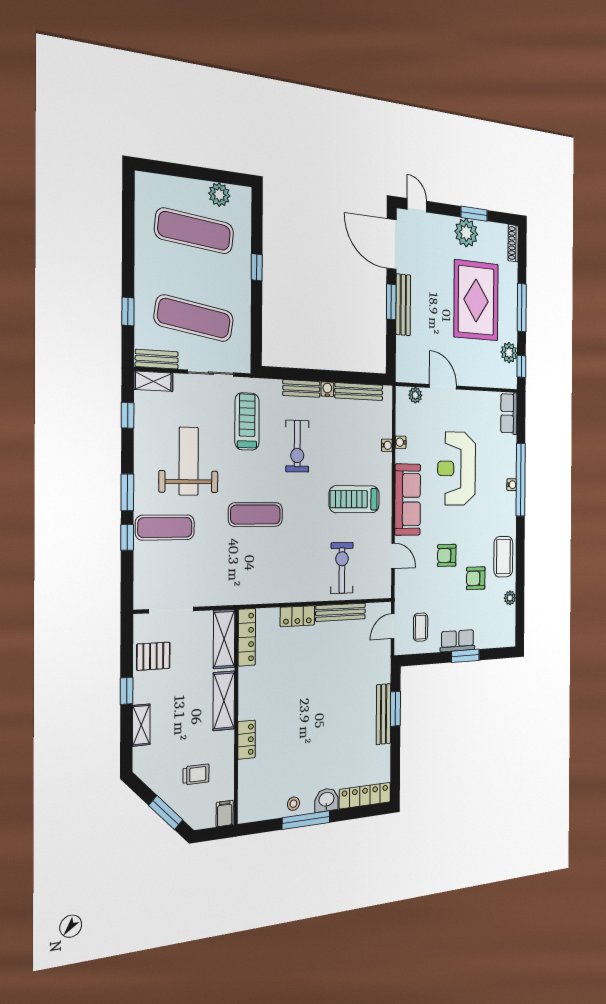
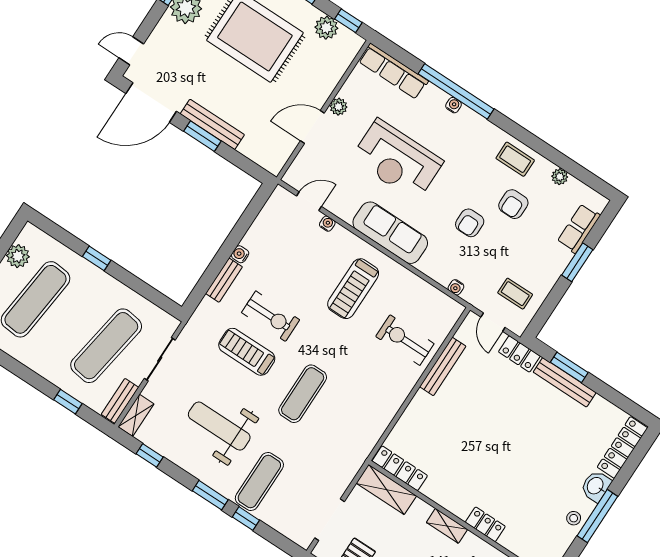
bench: (359, 392) -> (262, 223), removed
plant: (415, 395) -> (339, 107), moved
row of seats: (509, 413) -> (393, 71), width x1.48
treadmill: (247, 422) -> (247, 352), moved
water cooler: (401, 442) -> (456, 287), moved
door: (393, 556) -> (309, 201), moved
coffee table: (503, 557) -> (515, 159), width x0.73, depth x0.77
locker: (297, 616) -> (519, 354), moved, turned 90
row of seats: (458, 641) -> (579, 228), moved
shelving: (224, 701) -> (447, 526), width x0.67, depth x0.75

